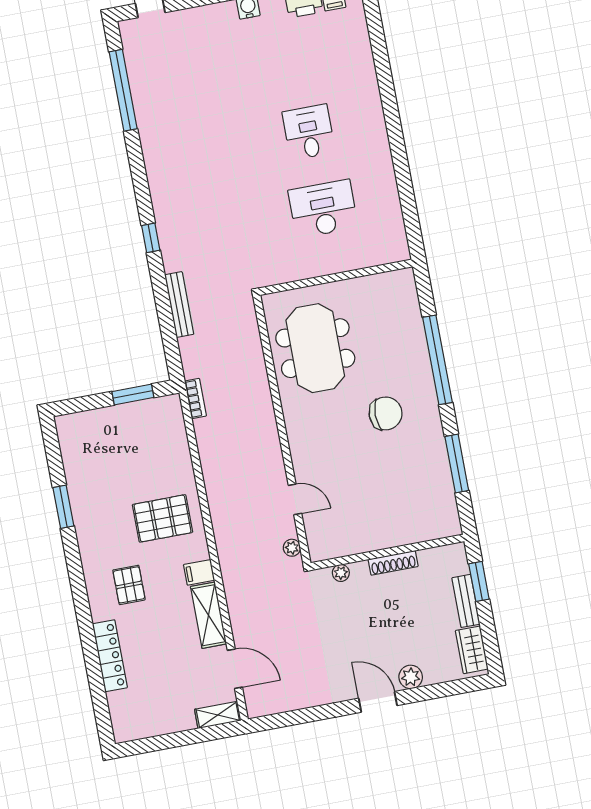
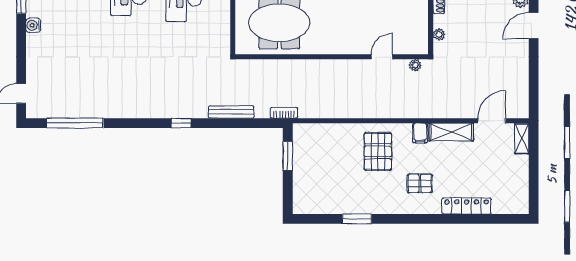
bookcase: (195, 399) -> (284, 113), moved

